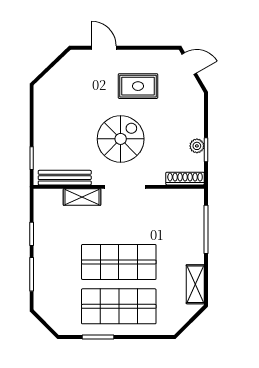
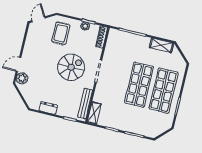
plant: (82, 60) -> (22, 78), added
rug: (138, 86) -> (61, 33), moved
dresser: (42, 116) -> (48, 108), added
spiral stairs: (121, 139) -> (71, 67), turned 90
shelving: (82, 197) -> (94, 113), moved

